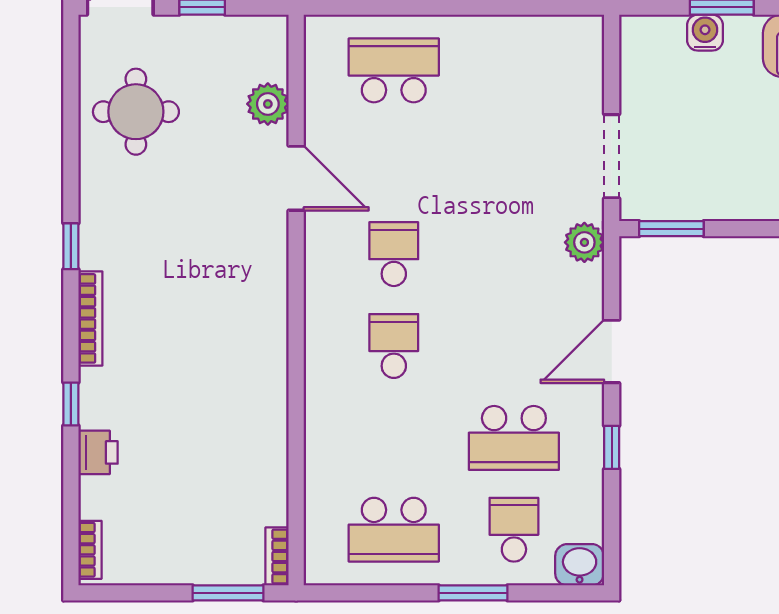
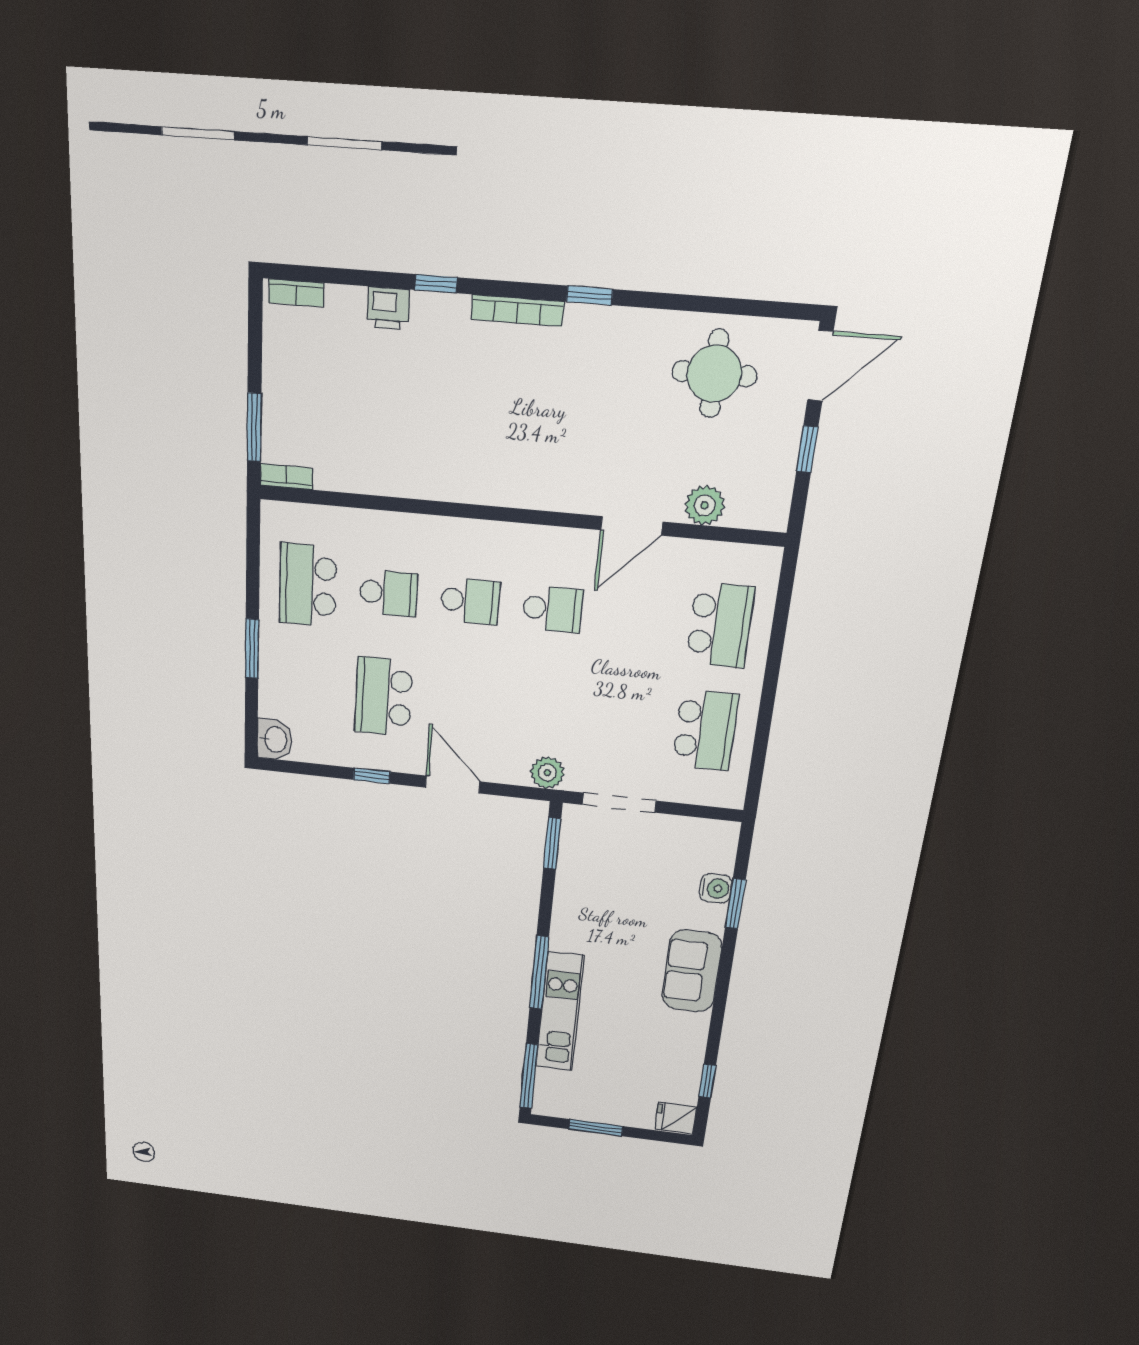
school desk: (514, 70) -> (705, 730), added
school desk: (514, 530) -> (388, 593), moved

